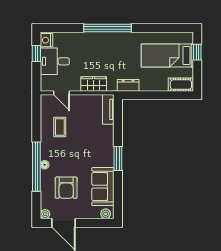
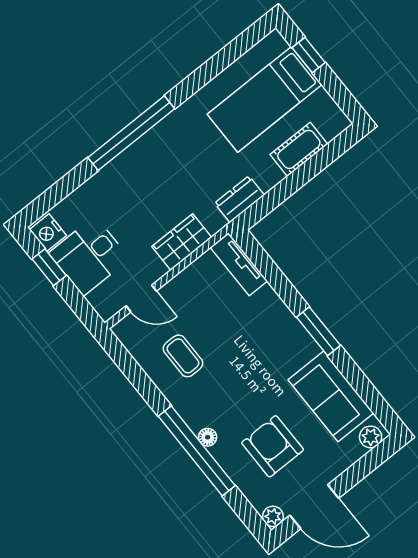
cot: (181, 85) -> (299, 149), moved
armchair: (66, 188) -> (273, 446), turned 180

